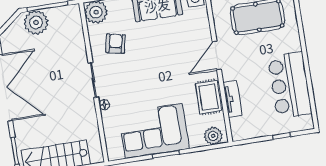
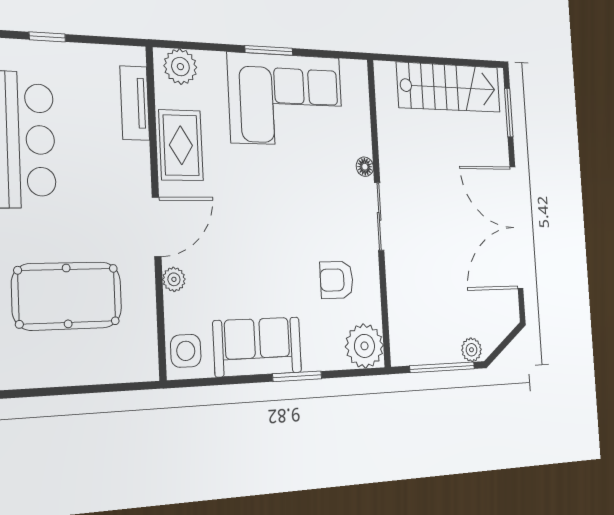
plant: (36, 22) -> (471, 350), width x0.53, depth x0.53
plant: (205, 32) -> (174, 279), added
armchair: (116, 44) -> (337, 280), turned 78
tv unit: (232, 99) -> (135, 103), moved

